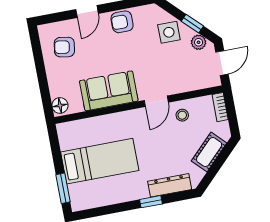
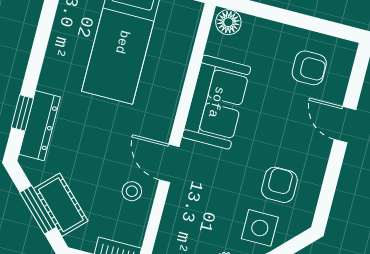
armchair: (122, 22) -> (279, 185), moved
armchair: (64, 47) -> (309, 68), turned 81
window: (218, 164) -> (38, 210), added
window: (151, 202) -> (22, 113), moved

